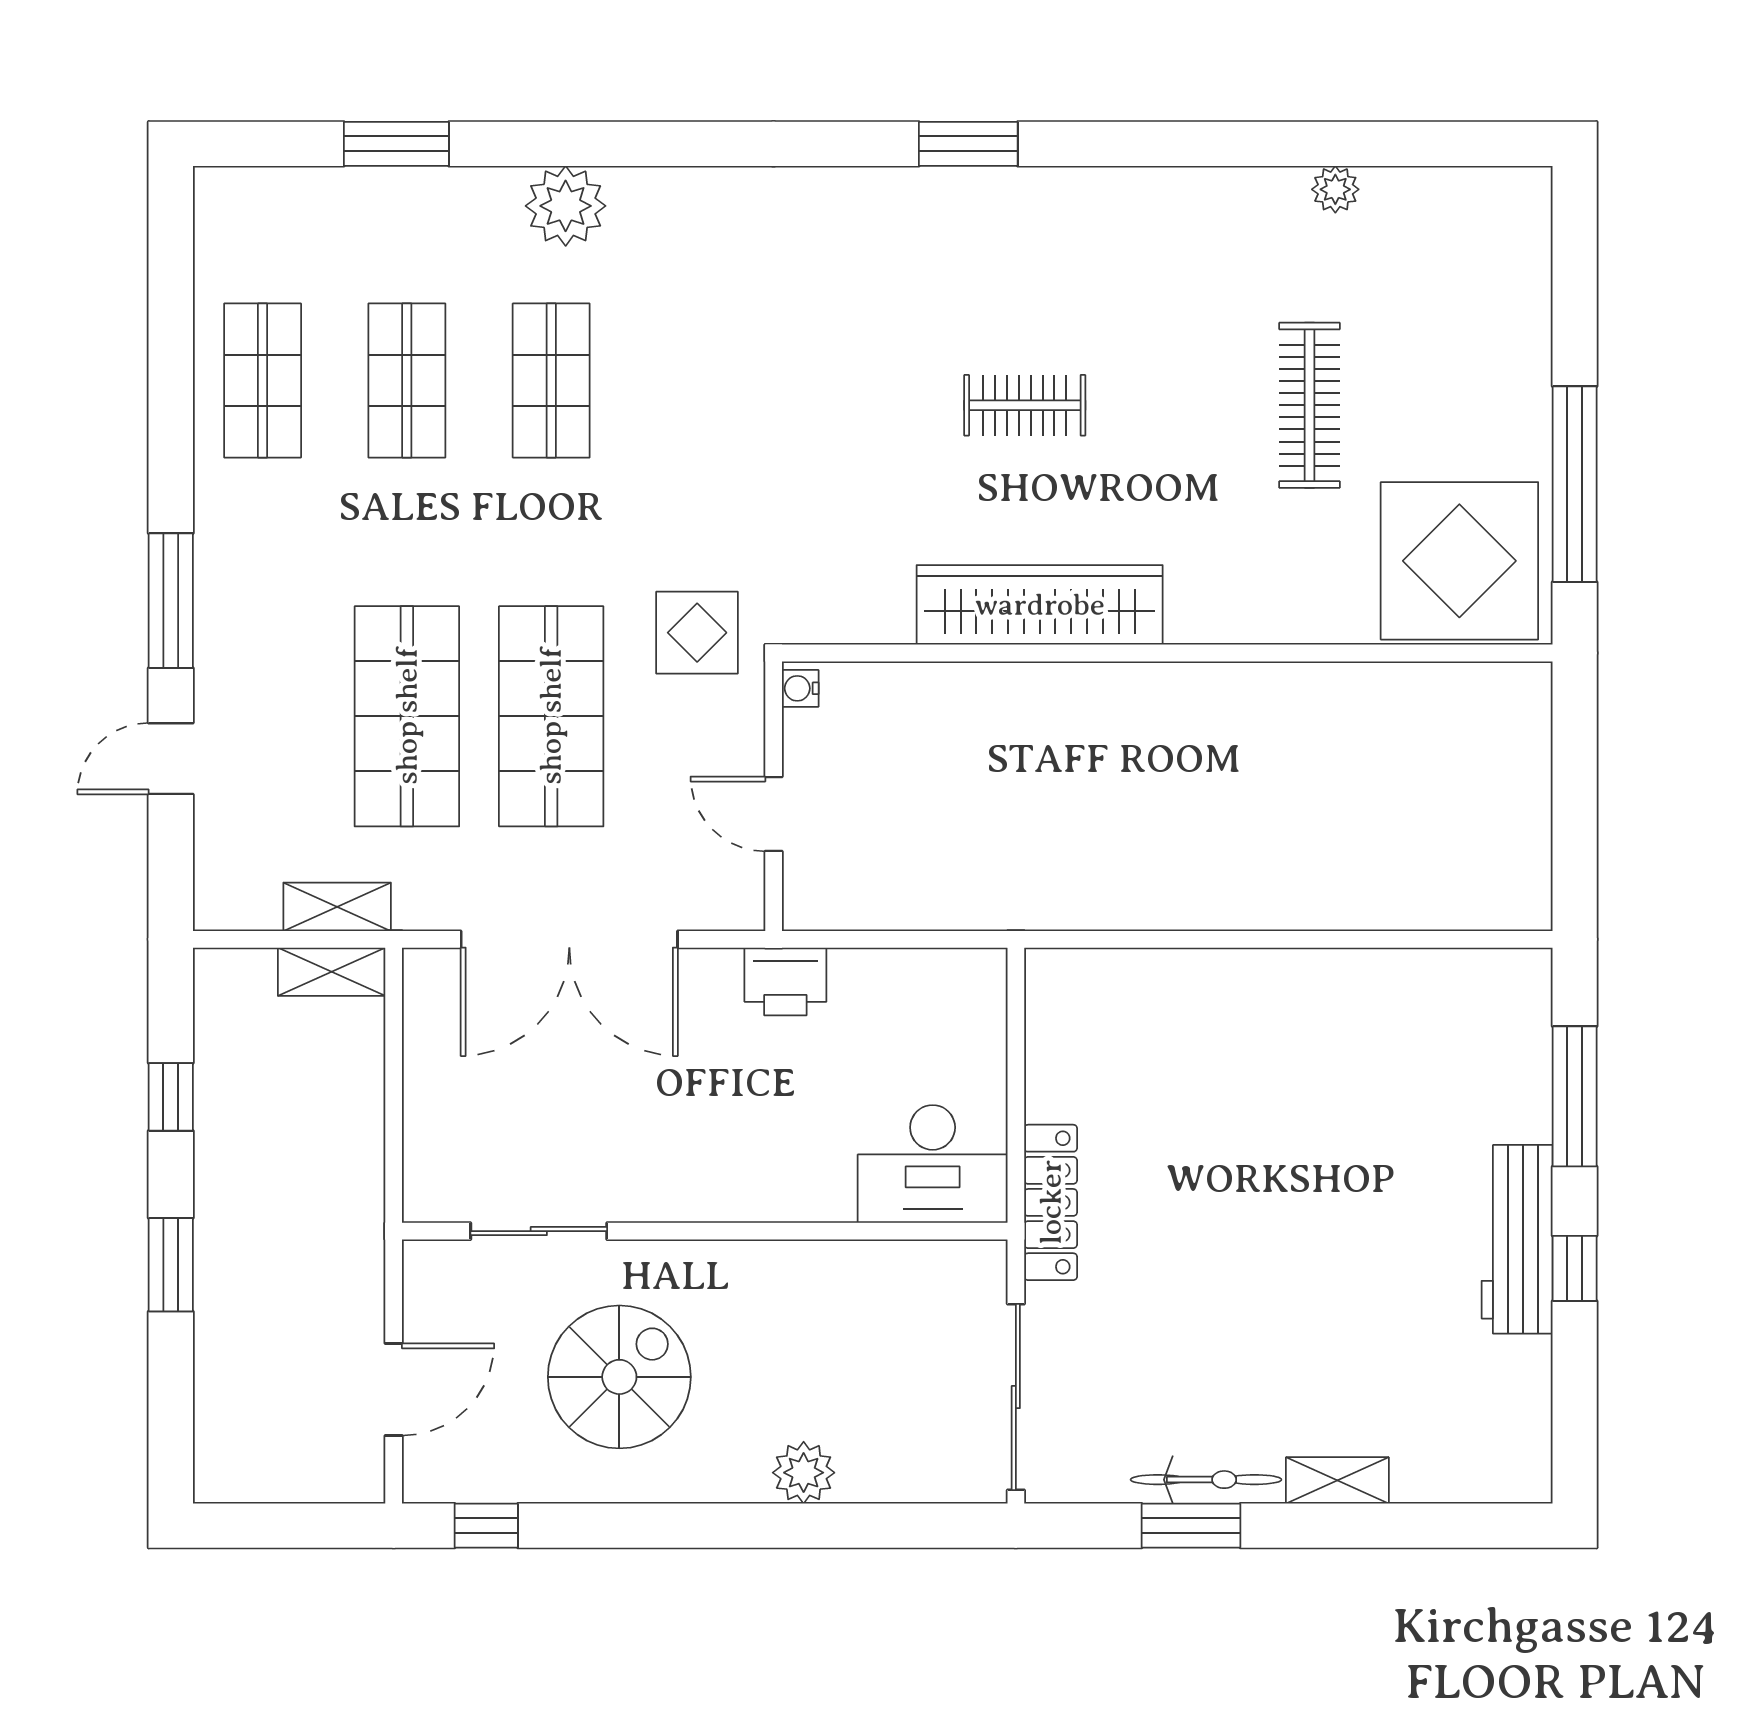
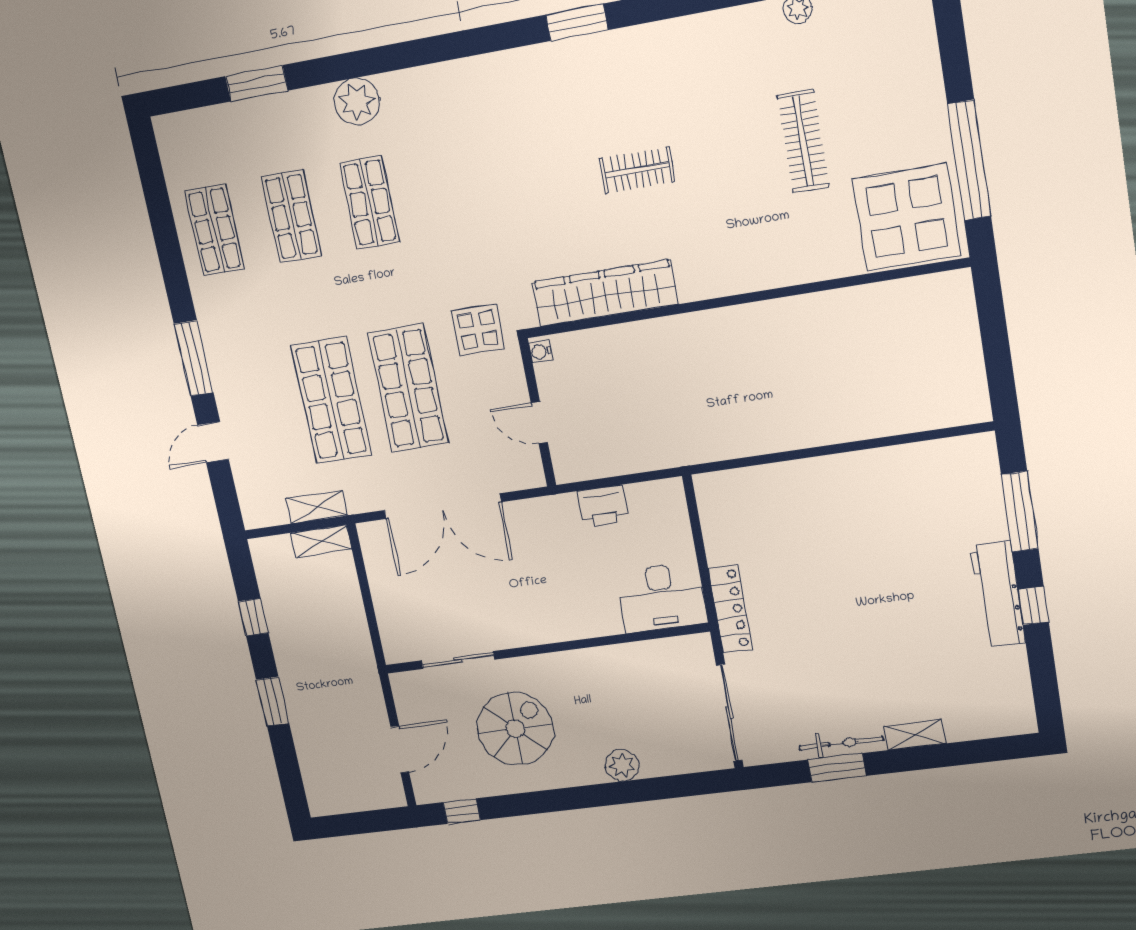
wardrobe: (1040, 605) -> (605, 293), moved
printer: (785, 981) -> (603, 506), moved

